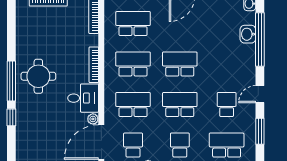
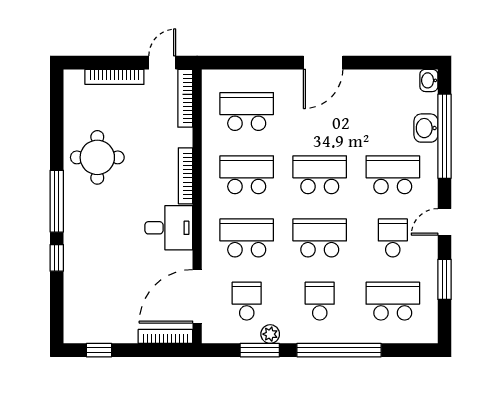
school desk: (227, 64) -> (393, 175), added
round table: (38, 76) -> (97, 157), moved
plant: (93, 119) -> (184, 260), removed

